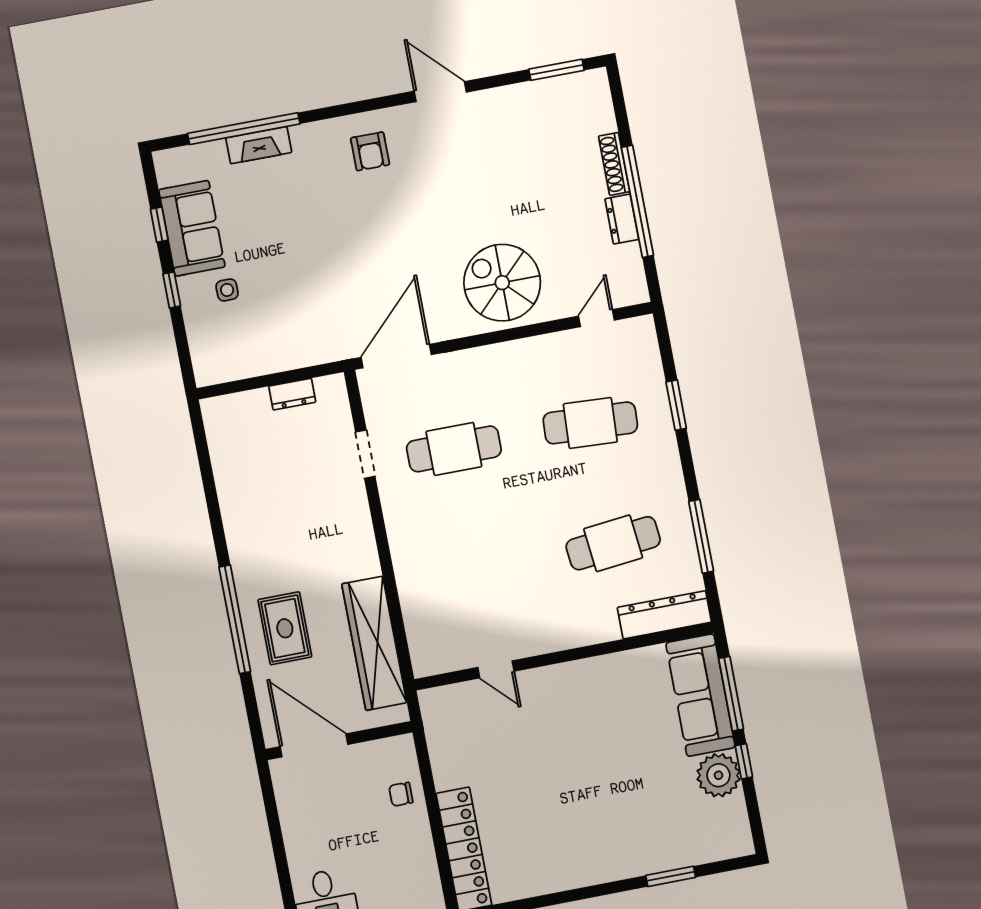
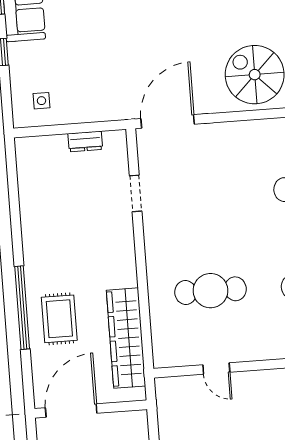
side table: (227, 290) -> (41, 101), moved
cafe table: (454, 449) -> (210, 291), moved
door: (314, 745) -> (71, 411), hinge flipped

